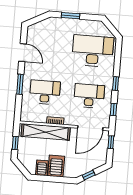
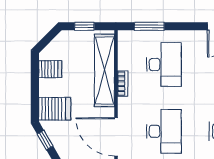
window: (20, 84) -> (149, 26), moved
server rack: (56, 166) -> (55, 109), moved

